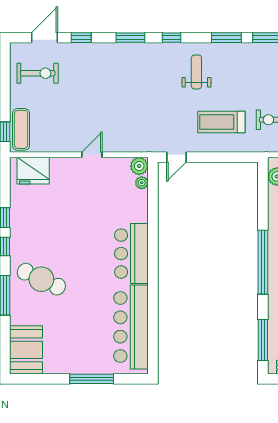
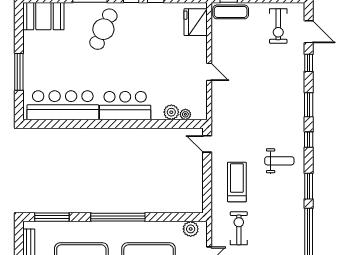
plant: (139, 166) -> (171, 112), moved

